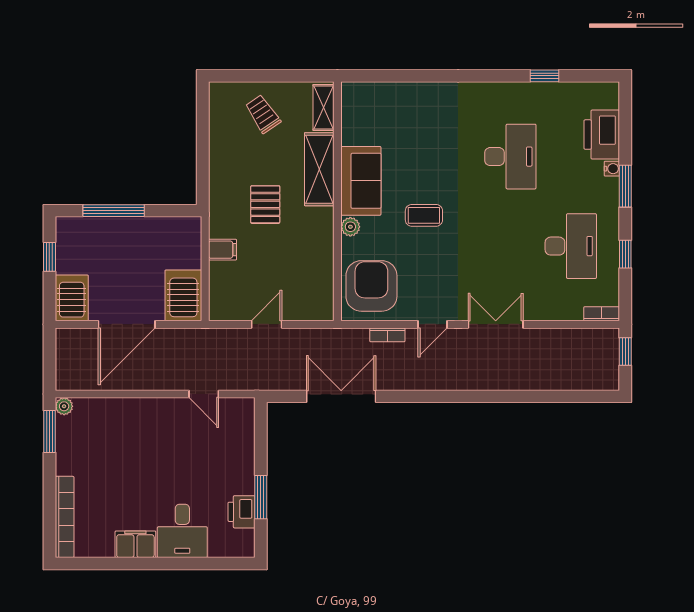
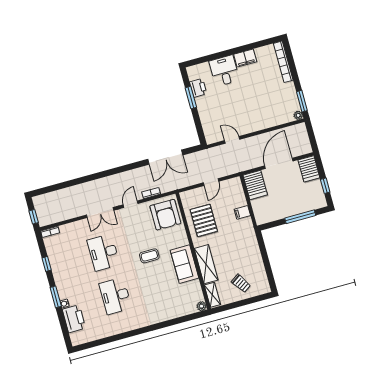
window: (544, 76) -> (110, 339), removed
pallet: (265, 204) -> (204, 220), moved, width x1.50, depth x1.42
plant: (350, 227) -> (202, 306), moved
desk: (571, 246) -> (103, 252), moved

